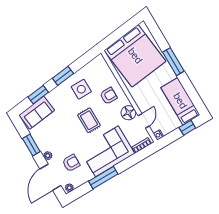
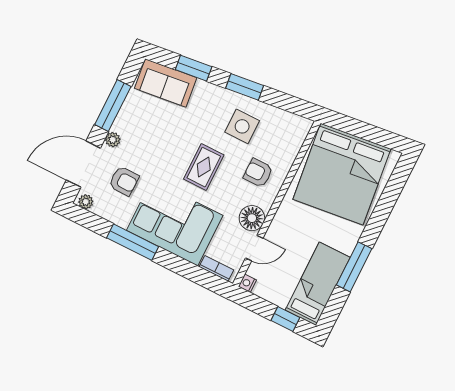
window: (173, 62) -> (354, 267), moved
armchair: (109, 96) -> (258, 173), turned 180
window: (31, 145) -> (113, 105), width x1.44

